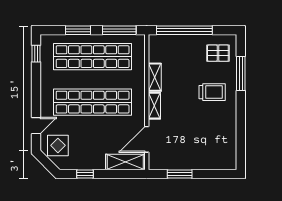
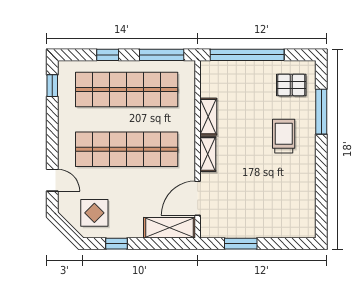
window: (78, 30) -> (108, 55), width x0.67
trolley: (212, 92) -> (284, 136), turned -90
door: (36, 126) -> (52, 180), hinge flipped
display table: (58, 145) -> (94, 213), moved

